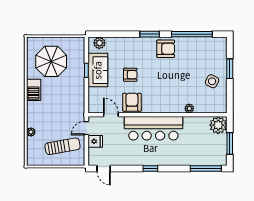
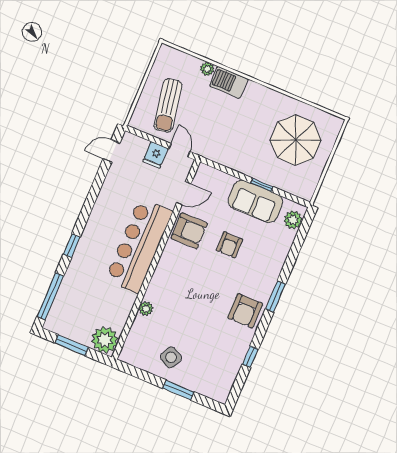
window: (192, 34) -> (250, 357), width x0.32
barbecue: (34, 90) -> (229, 82), moved
window: (150, 169) -> (72, 246), moved

